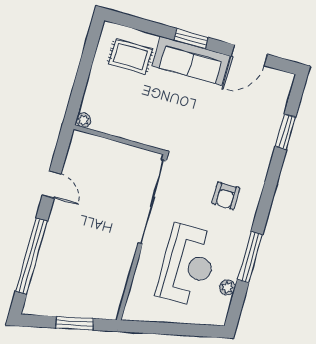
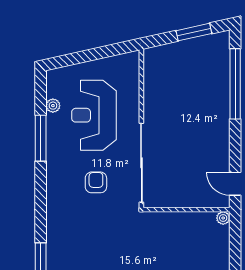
door: (52, 184) -> (235, 184), moved
armchair: (226, 196) -> (96, 182), moved
window: (75, 323) -> (194, 32), moved

